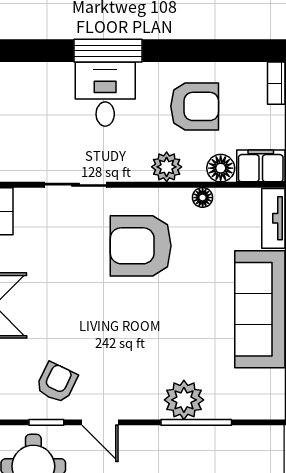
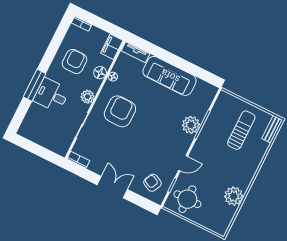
plant: (167, 167) -> (87, 97), moved
floor lamp: (221, 168) -> (100, 73), moved
armchair: (141, 246) -> (120, 111), turned 180
armchair: (57, 383) -> (152, 183), moved

